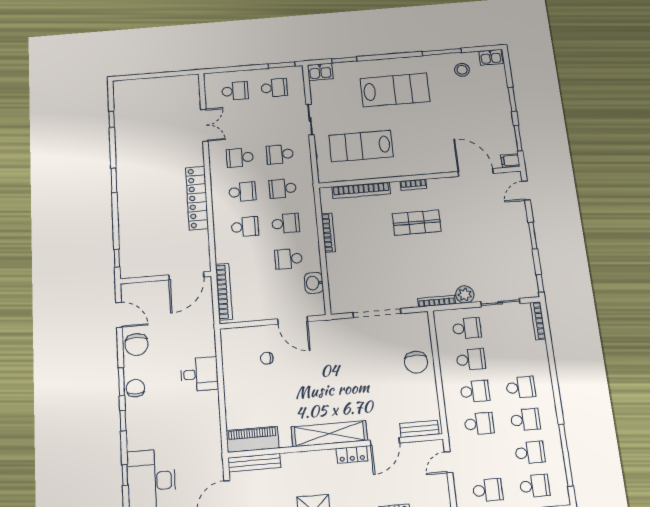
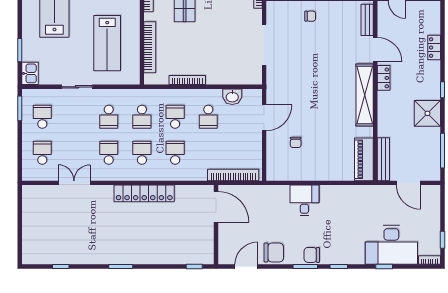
school desk: (240, 158) -> (109, 153), turned 180
chair: (416, 362) -> (310, 16), width x0.54, depth x0.54

